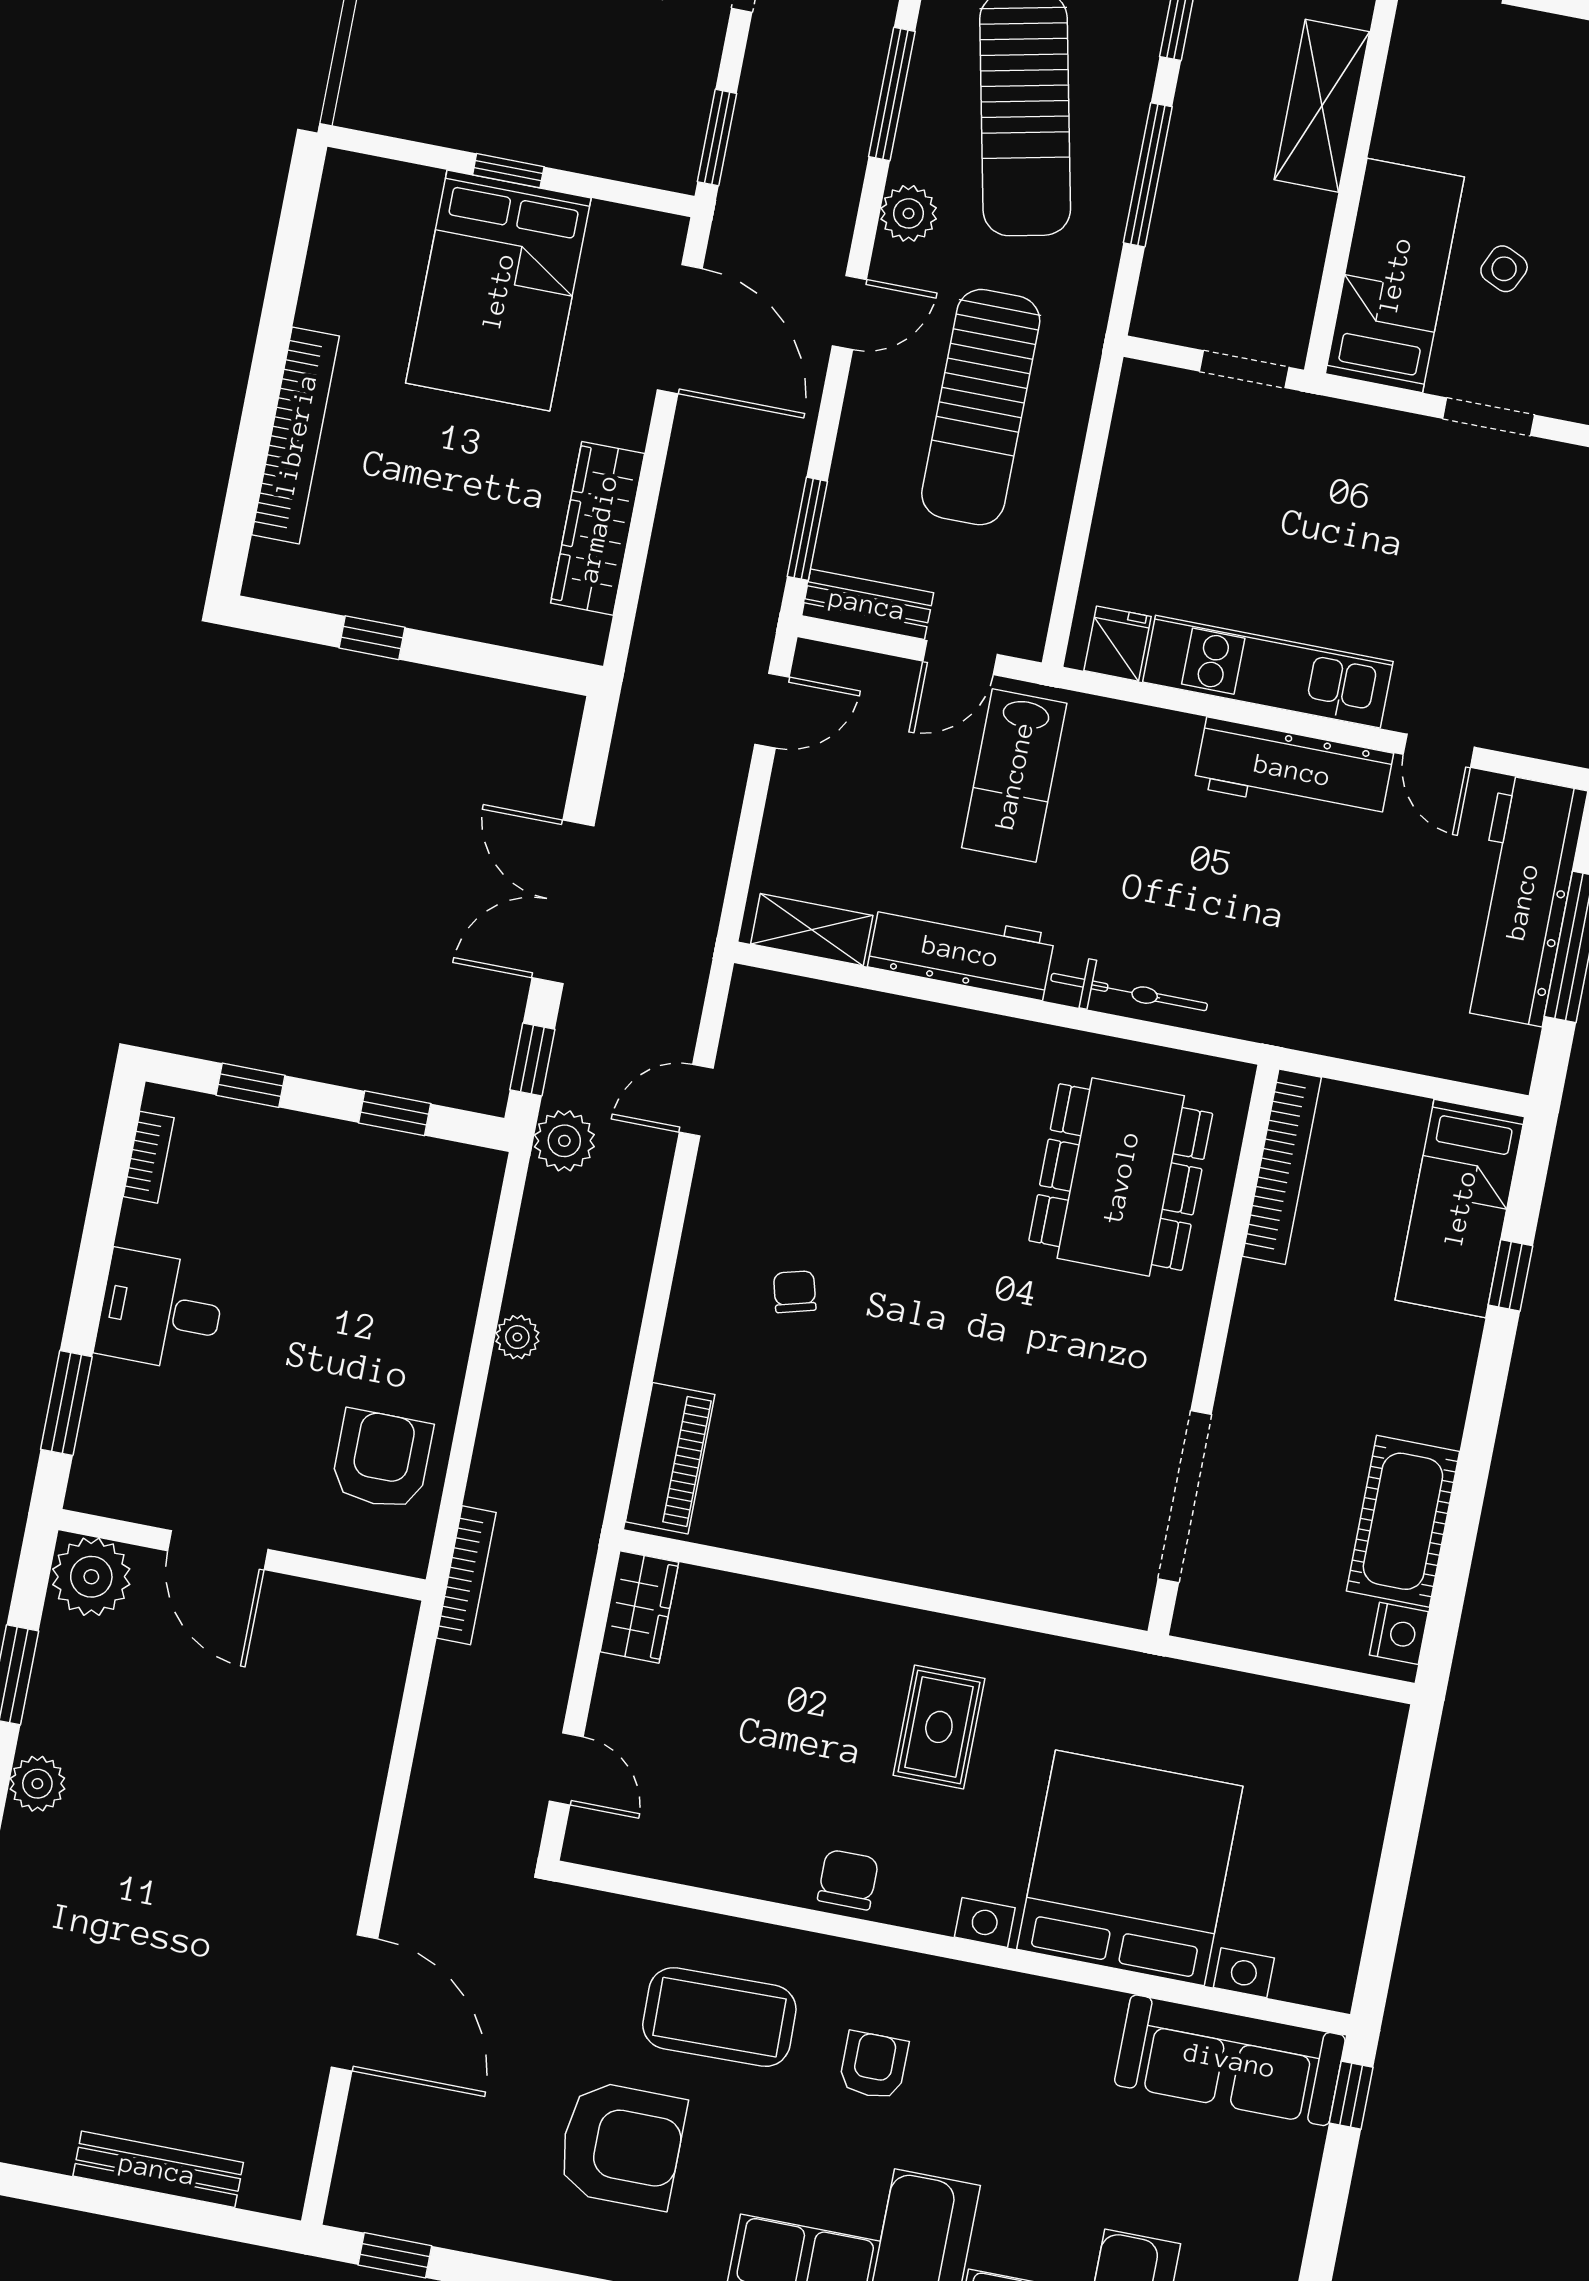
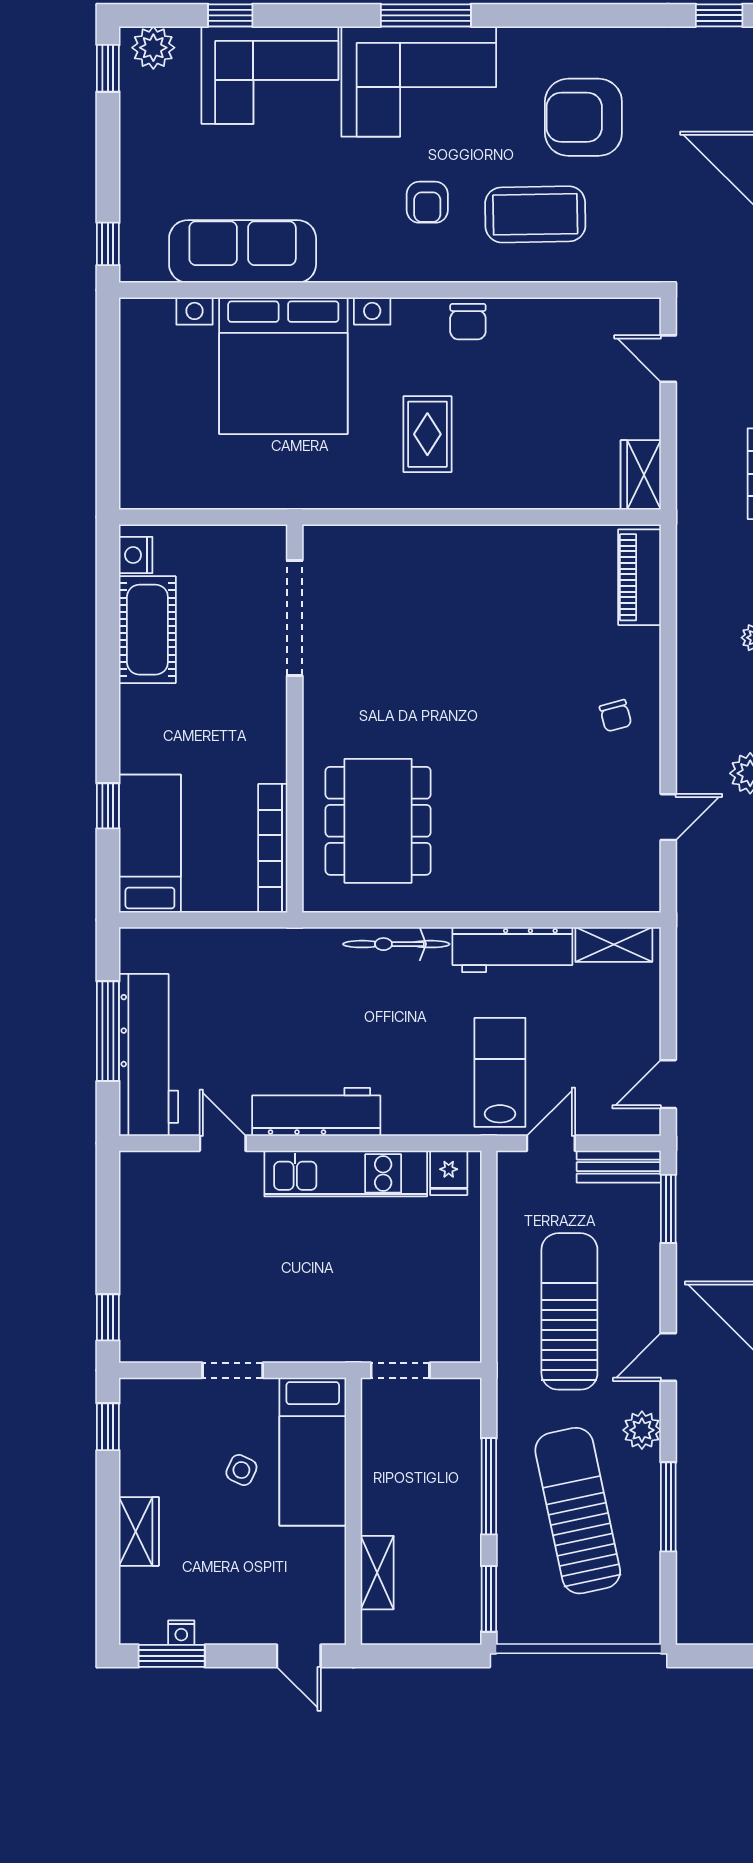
shelving: (1322, 106) -> (377, 1573), width x0.67, depth x0.75
chair: (795, 1292) -> (616, 716), moved
sofa: (1230, 2060) -> (243, 251), moved

